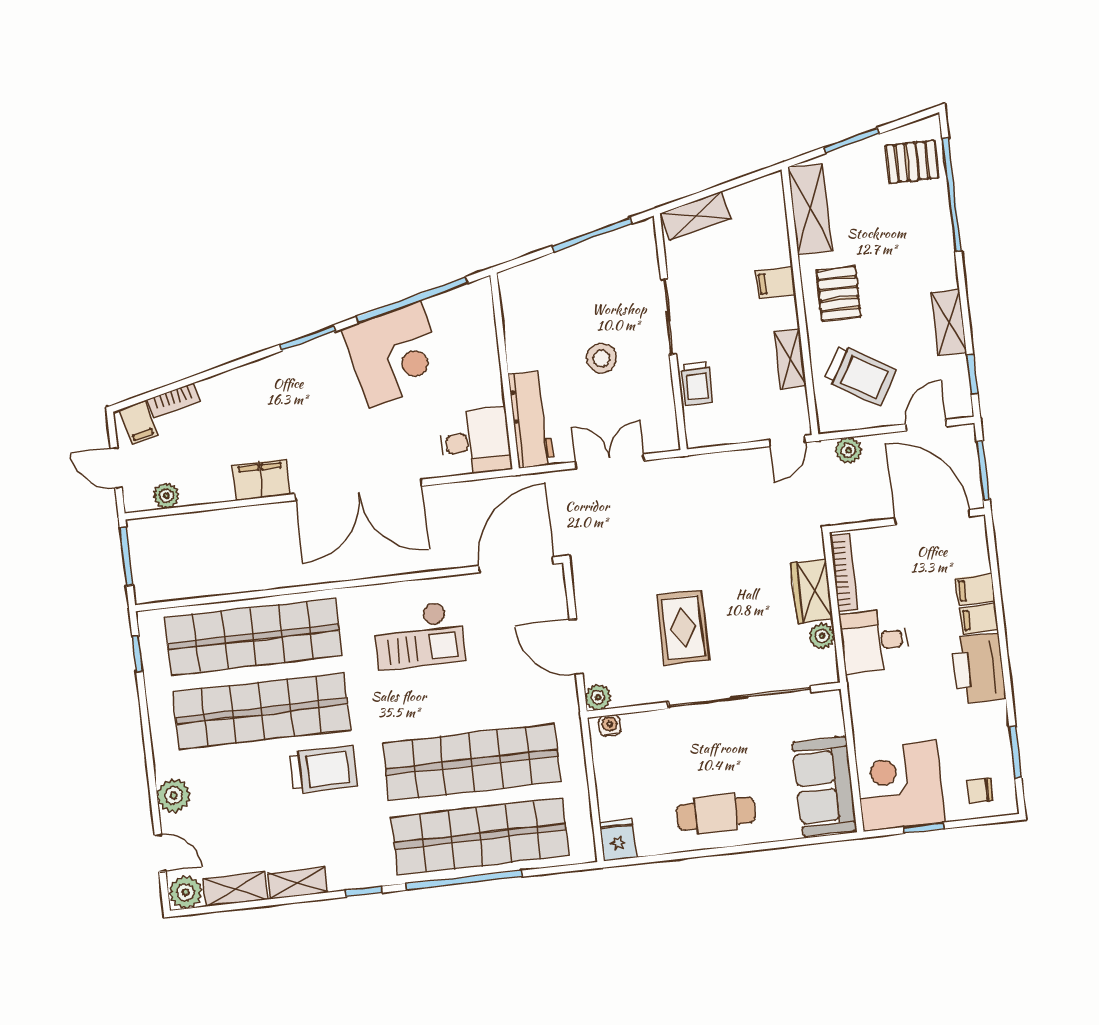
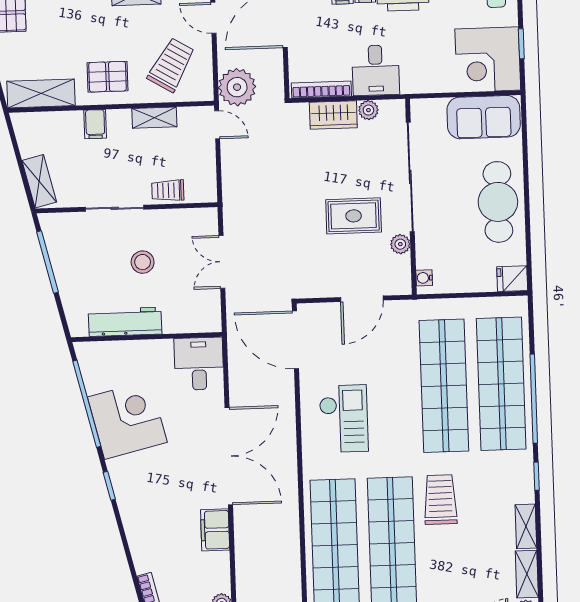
window: (308, 338) -> (109, 486), width x0.67
trolley: (697, 384) -> (168, 190), turned 180
workbench: (531, 420) -> (125, 322), moved
plant: (848, 450) -> (237, 87), width x1.87, depth x1.87
plant: (598, 697) -> (400, 244), moved
cafe table: (716, 814) -> (498, 202), width x1.37, depth x1.35

